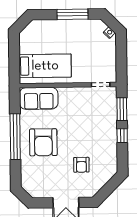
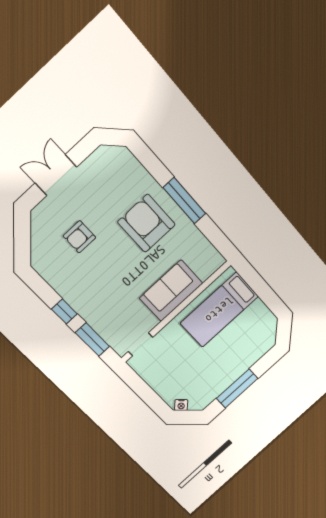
sofa: (39, 98) -> (171, 291), moved
window: (15, 137) -> (184, 201), width x0.68
armchair: (81, 165) -> (79, 237), turned -90

